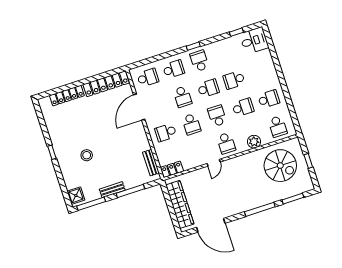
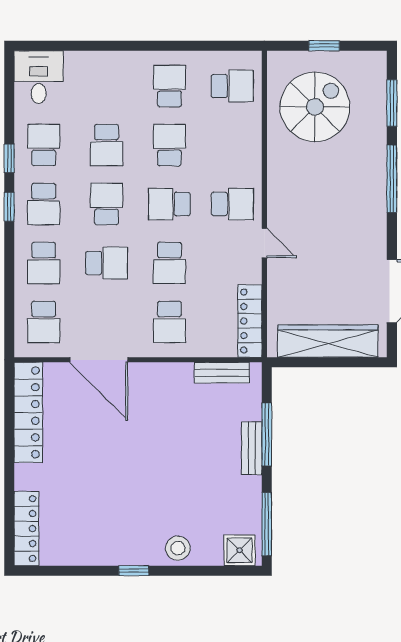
window: (236, 32) -> (9, 158), moved
school desk: (225, 52) -> (44, 145), added
school desk: (199, 61) -> (44, 204), turned -90
school desk: (174, 69) -> (44, 263), turned 180
school desk: (148, 78) -> (44, 322), turned 180
locker: (67, 96) -> (26, 529), moved
school desk: (191, 124) -> (169, 263), turned 90
plant: (254, 142) -> (248, 145), removed
stool: (87, 155) -> (178, 548), moved
locker: (172, 169) -> (250, 321), width x1.53
bench: (112, 190) -> (252, 448), moved

